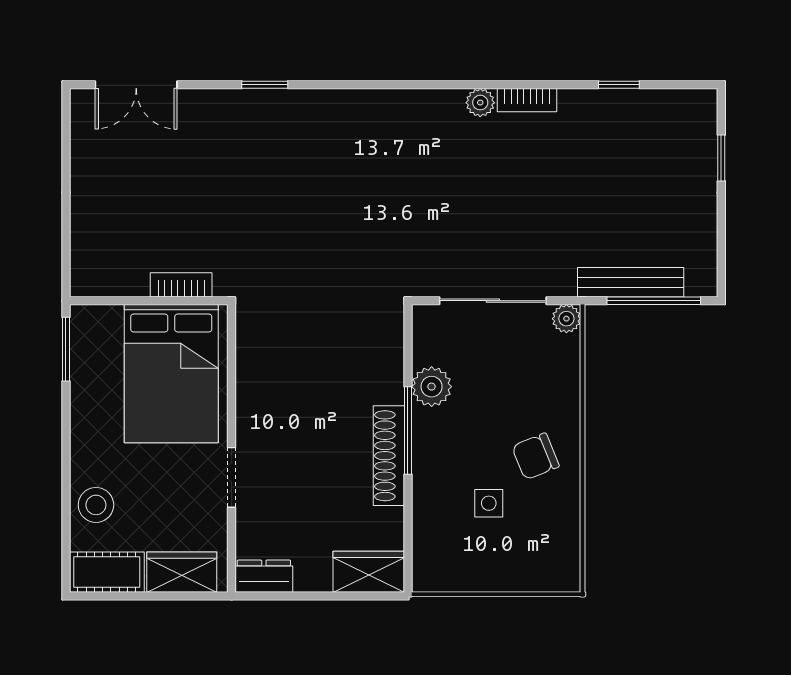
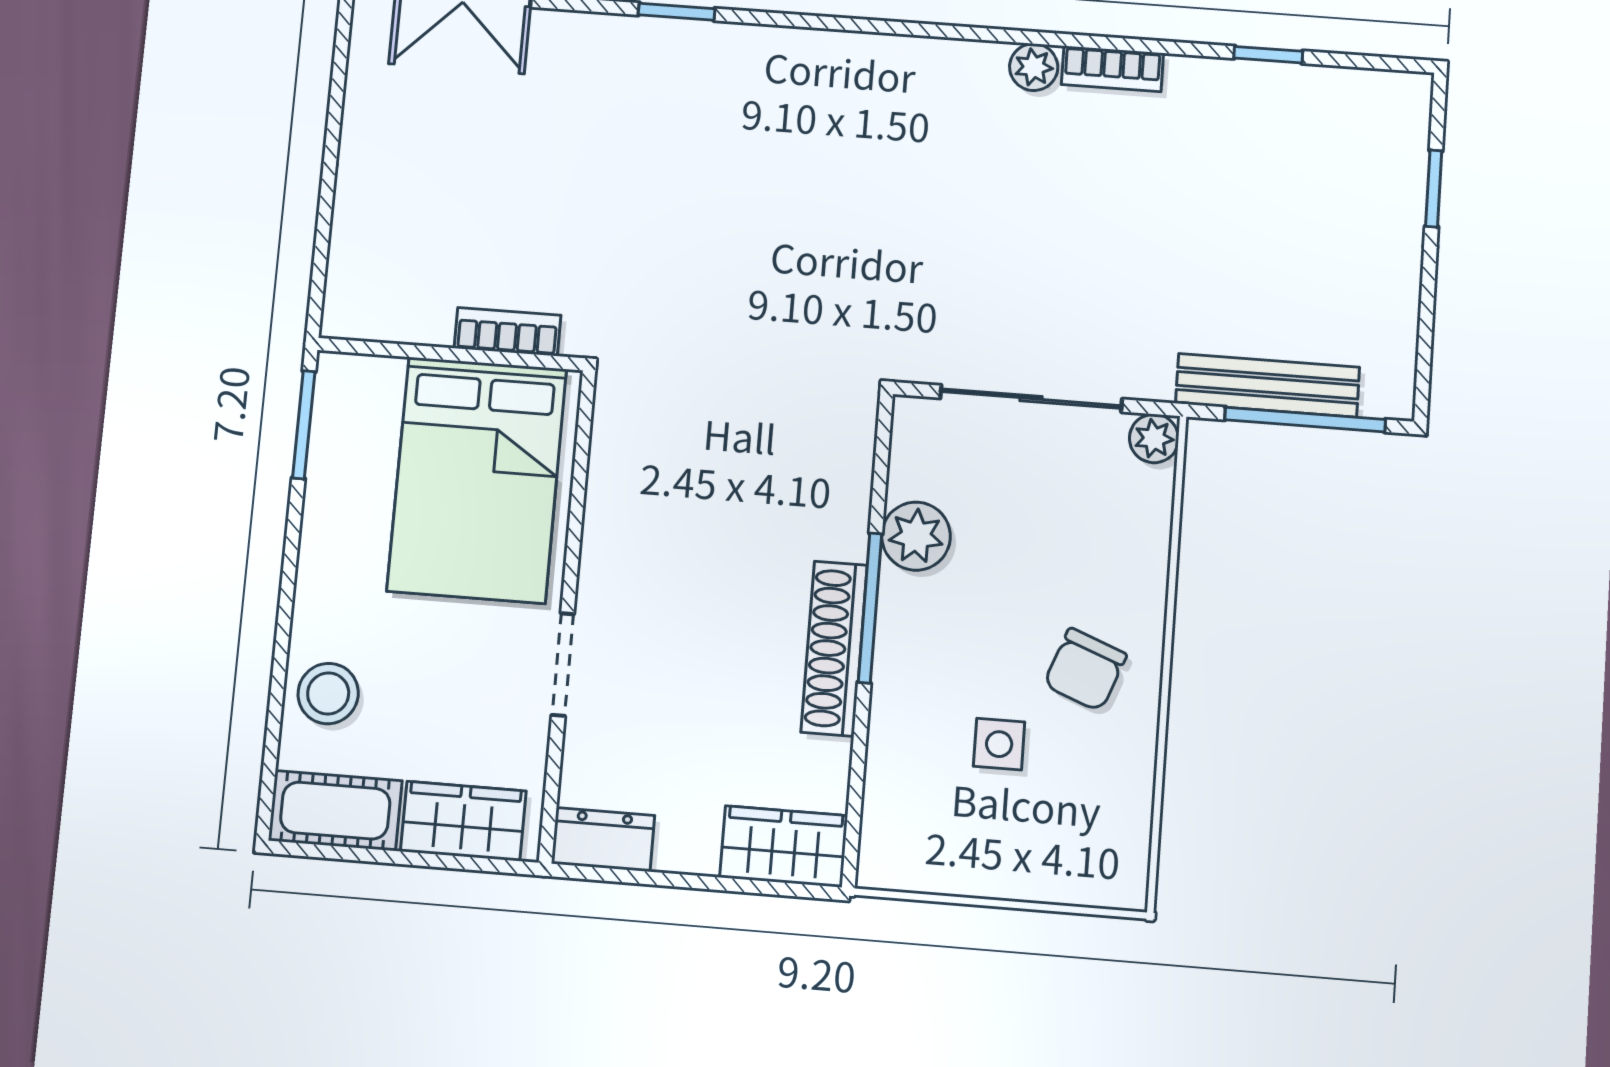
chair: (535, 456) -> (1085, 670), turned -47

